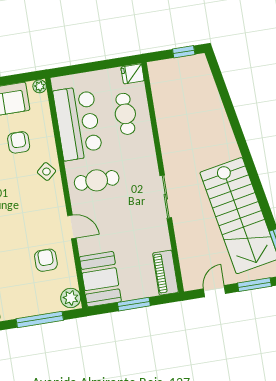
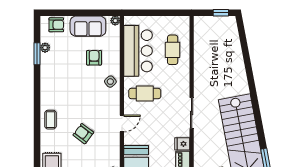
fridge: (133, 74) -> (182, 144), moved
door: (72, 227) -> (122, 123), hinge flipped
armchair: (46, 260) -> (83, 134), moved, turned -53

